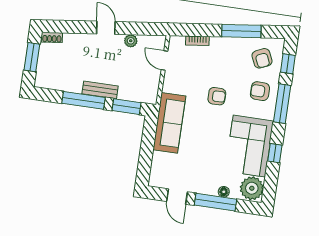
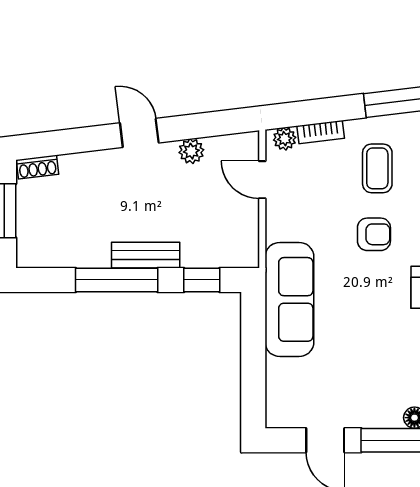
plant: (179, 41) -> (285, 139), added
coffee table: (223, 63) -> (377, 168), added
window: (127, 107) -> (202, 280), width x0.67

